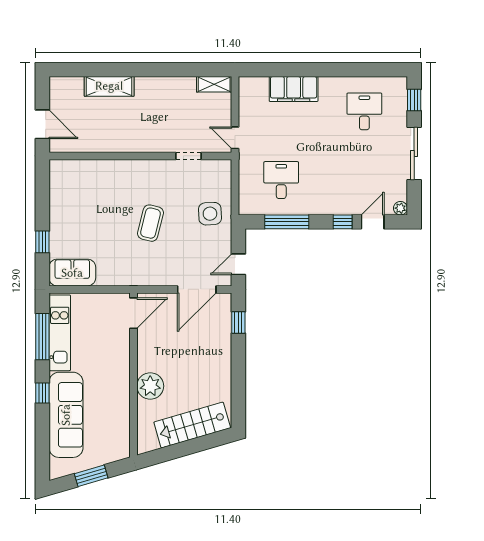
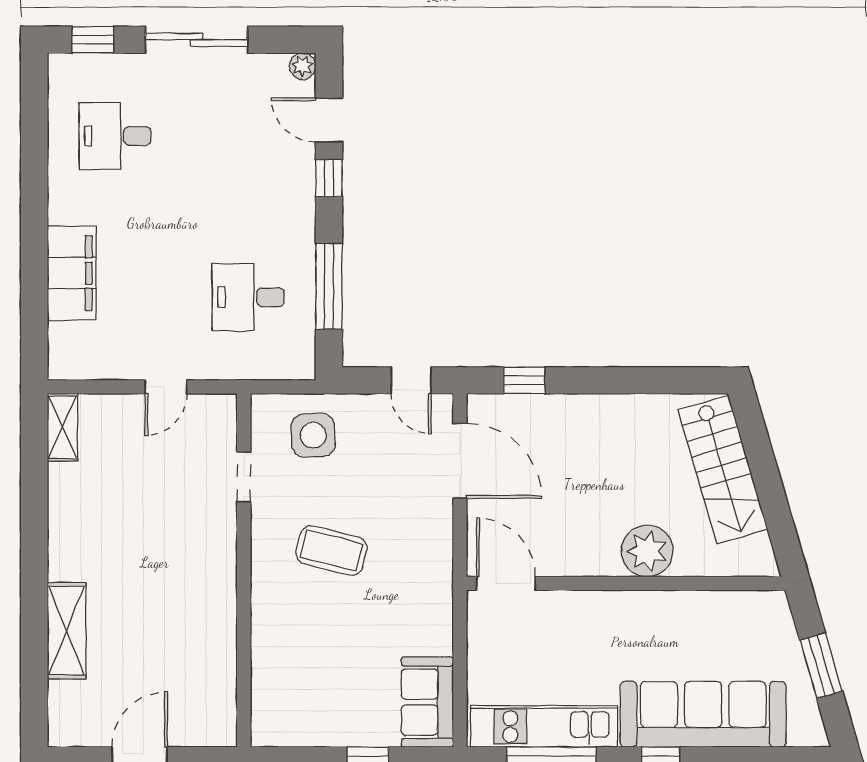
wall: (140, 156) -> (244, 570), moved
doorway: (189, 156) -> (244, 477), moved

